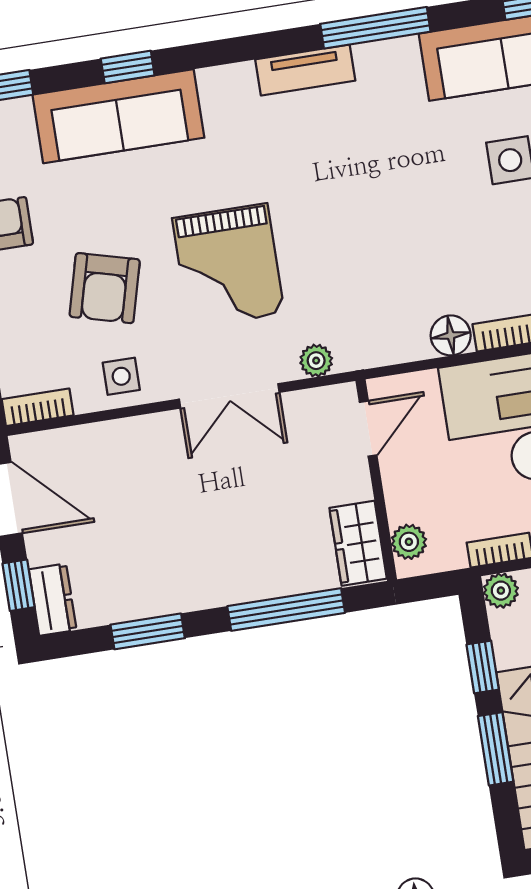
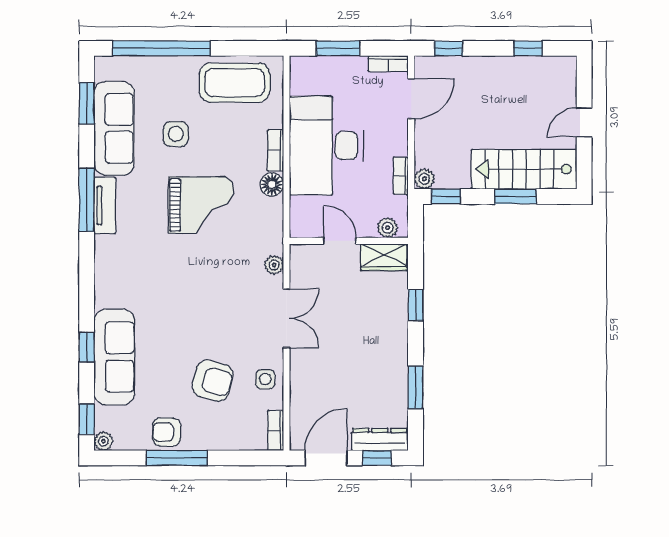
tv unit: (305, 70) -> (105, 206), moved
grand piano: (228, 266) -> (201, 205), moved
door: (368, 429) -> (340, 241), moved
dresser: (53, 600) -> (380, 439), width x1.44
window: (286, 609) -> (416, 305), width x0.46
window: (483, 667) -> (446, 196), moved

